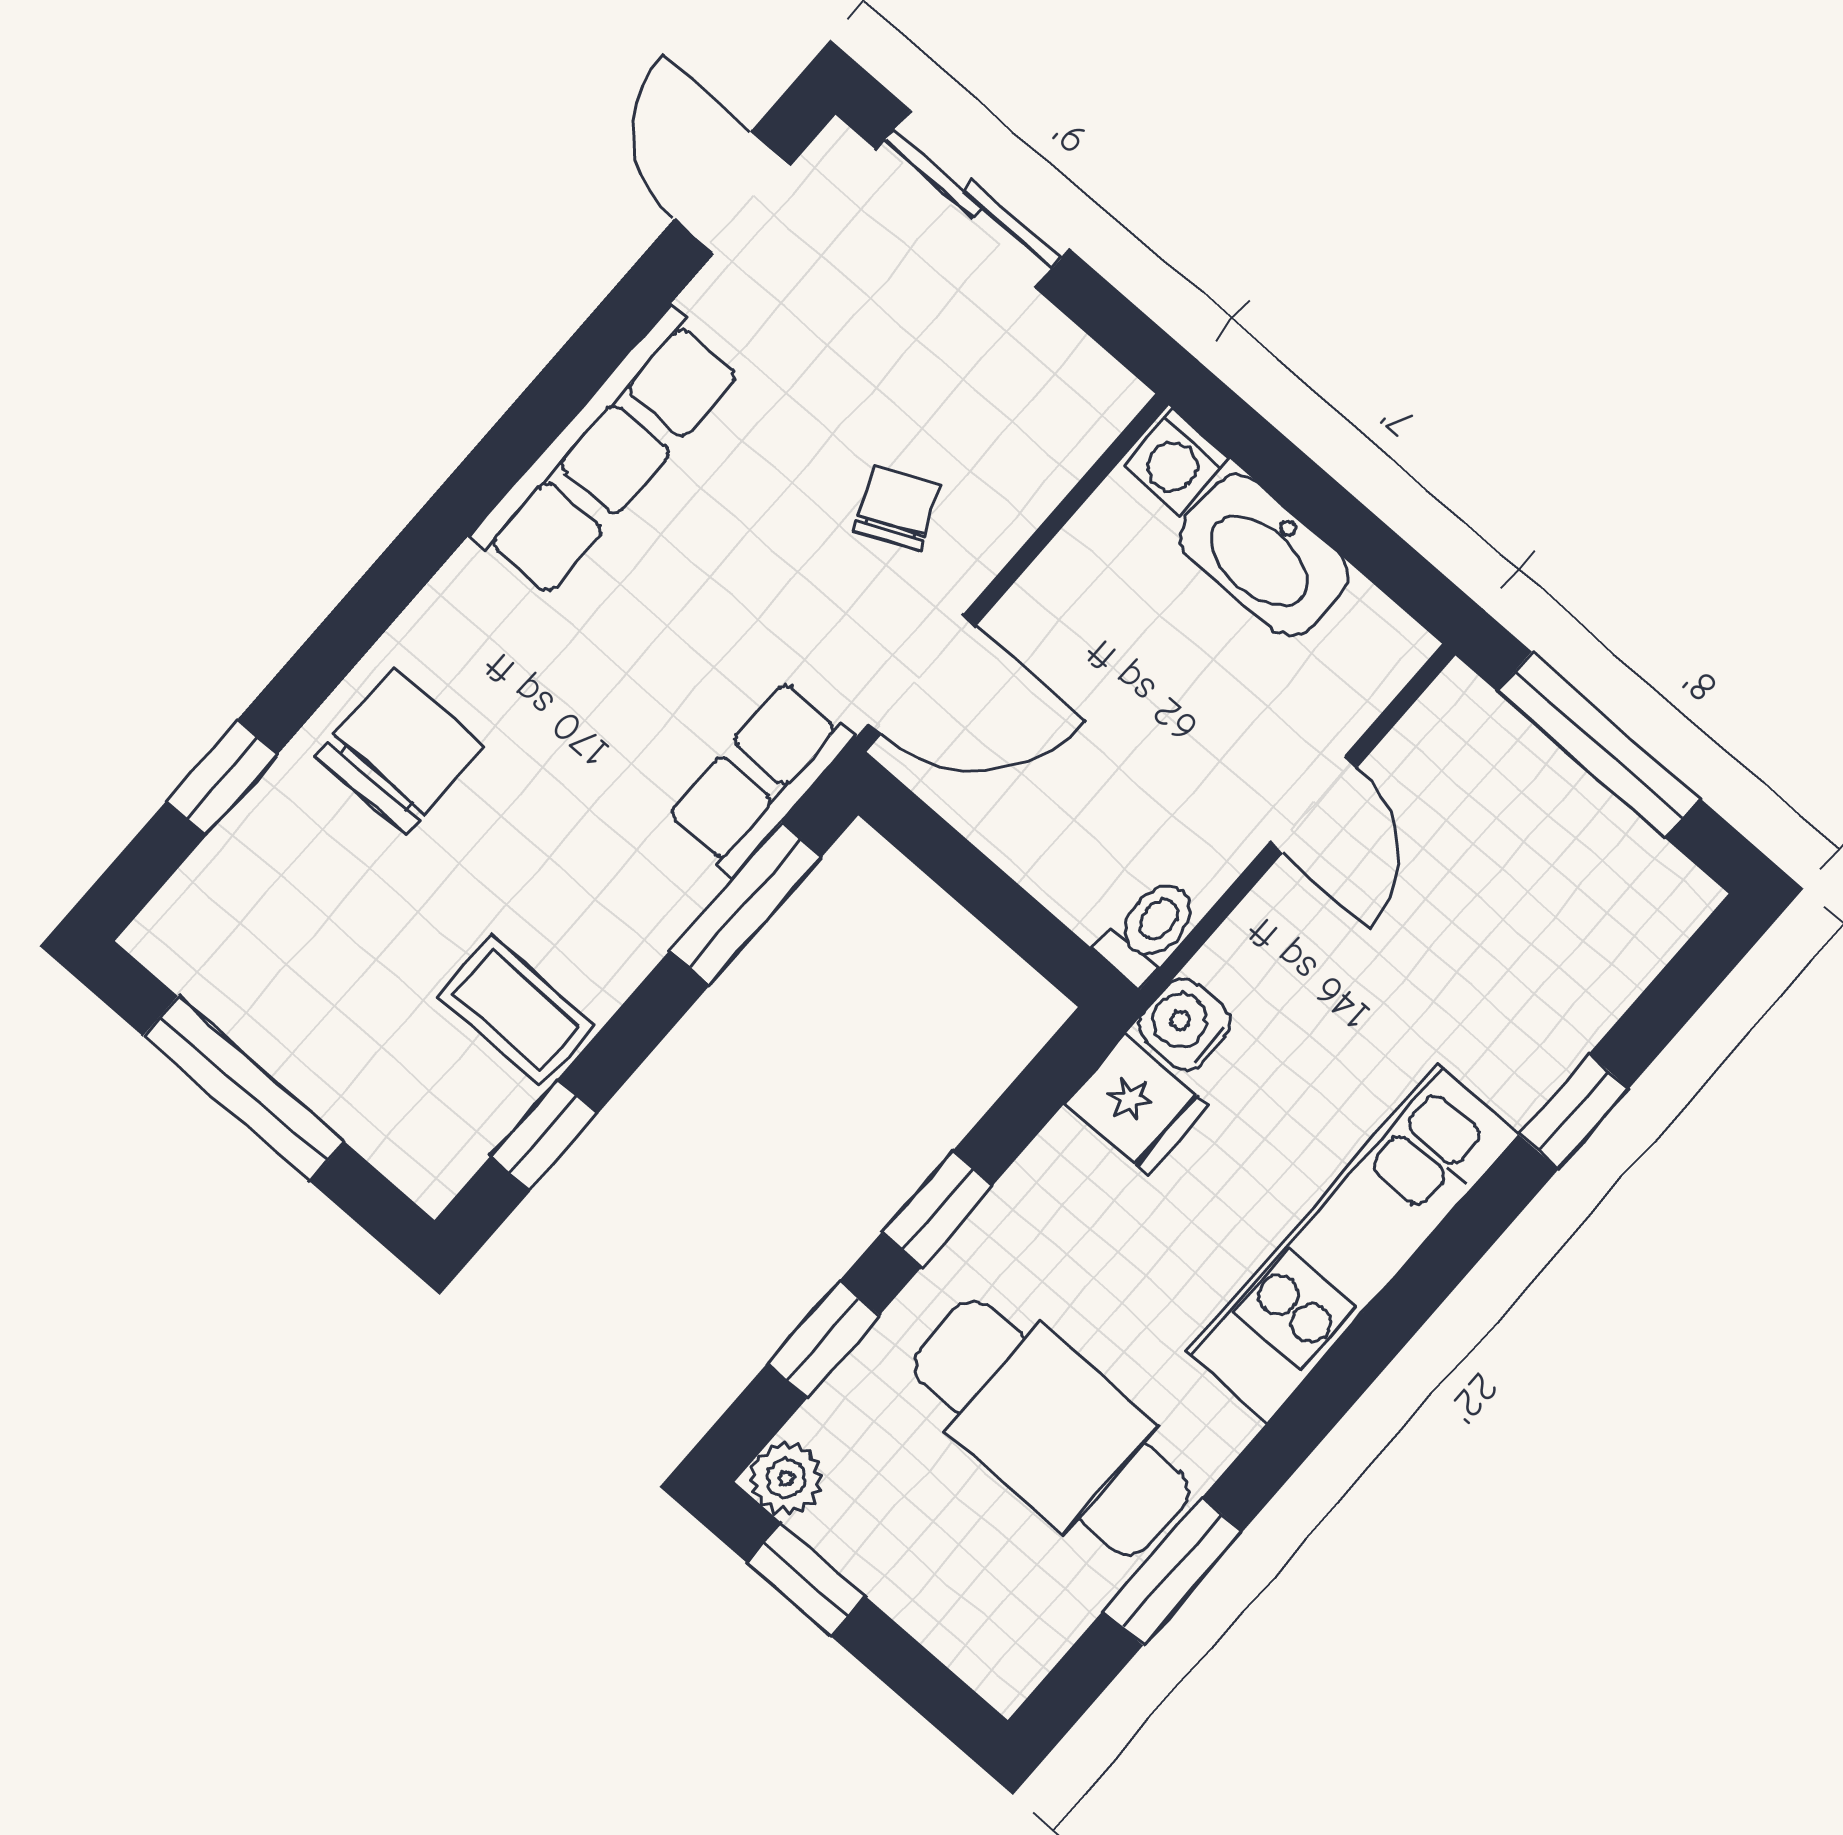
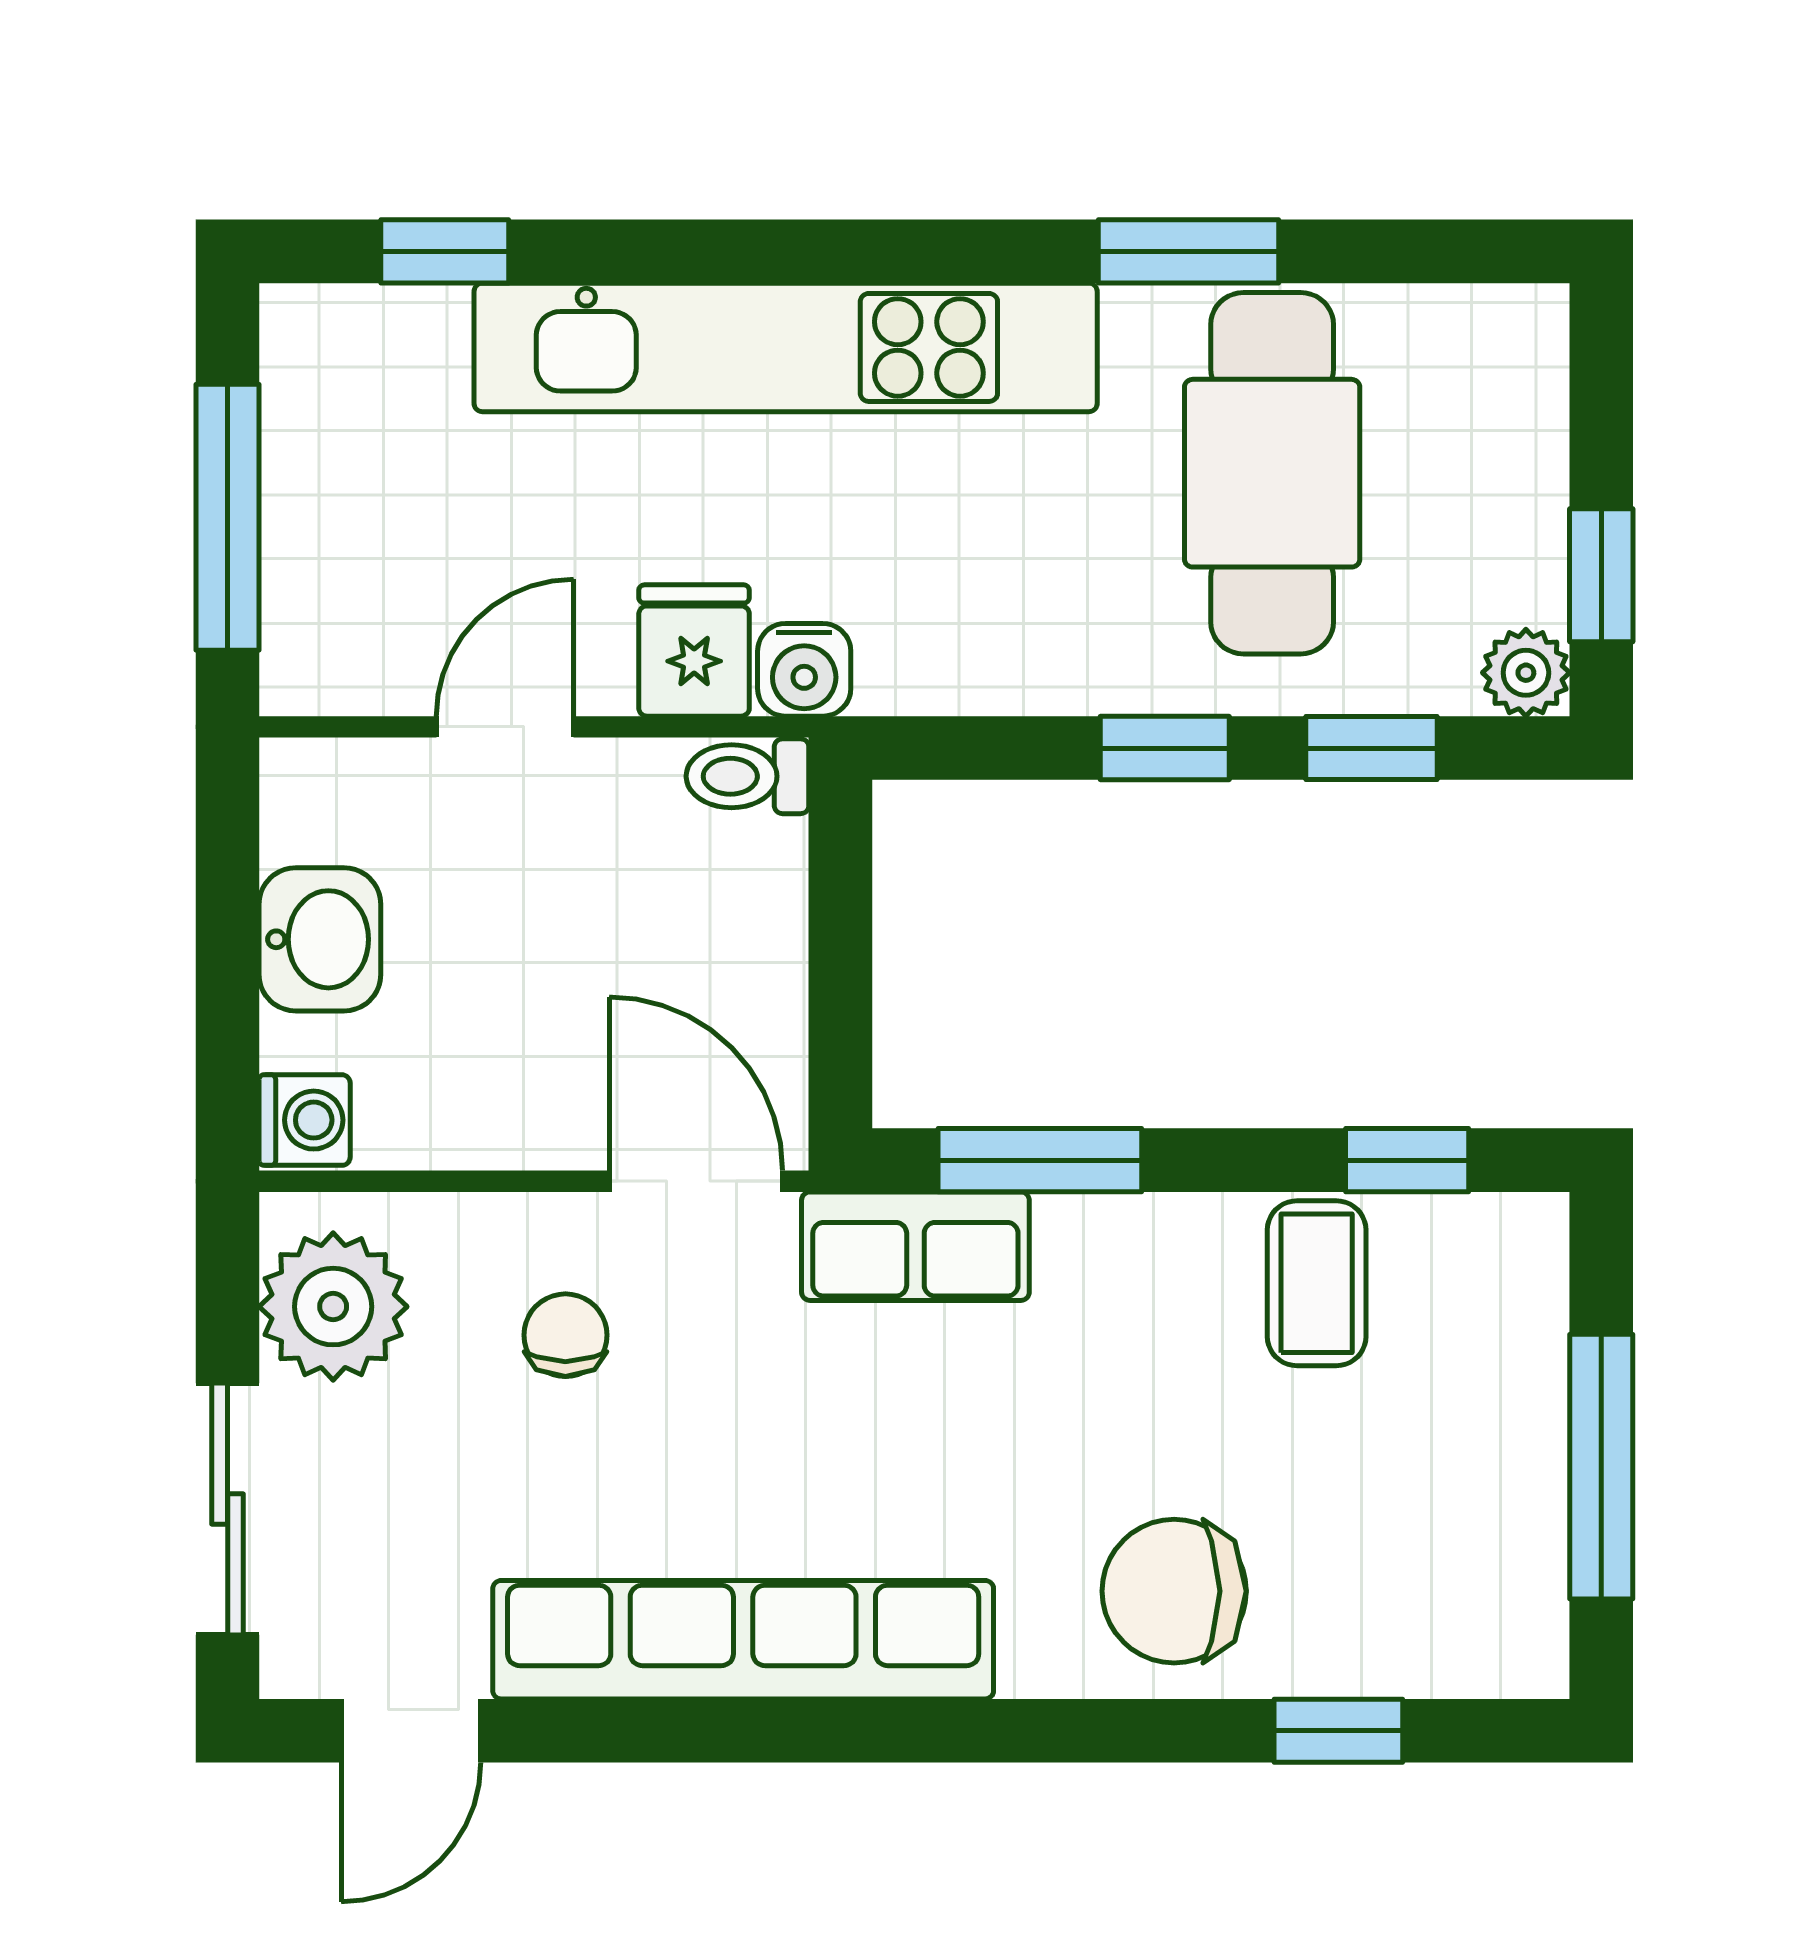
plant: (1042, 377) -> (333, 1307), added
row of seats: (607, 452) -> (743, 1640), width x1.36
chair: (897, 508) -> (565, 1335), turned 114
washbasin: (1264, 556) -> (320, 939), width x0.72
fridge: (1136, 1105) -> (694, 651), moved
window: (1574, 1111) -> (445, 251), moved
kitchen unit: (1353, 1243) -> (786, 347), width x1.36
window: (1173, 1571) -> (1189, 251), moved

